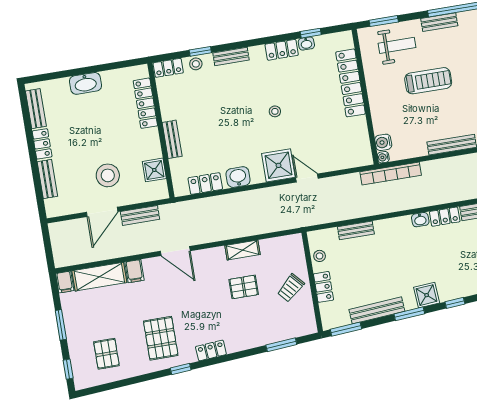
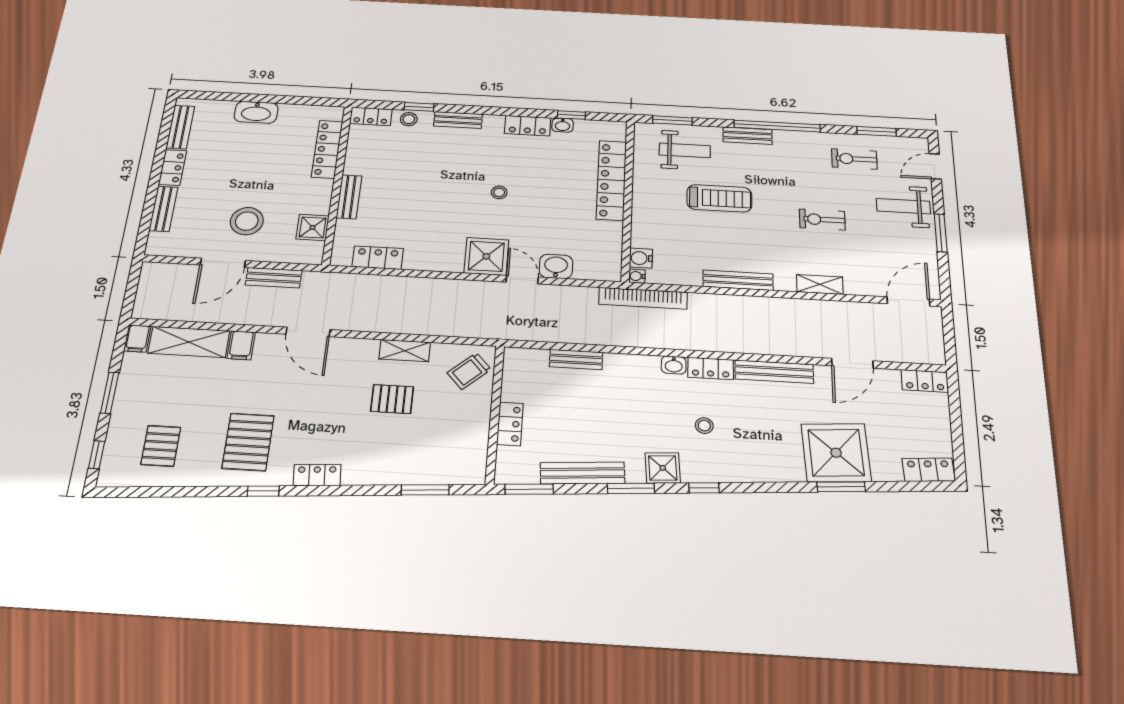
washbasin: (238, 177) -> (556, 266), moved
stool: (320, 256) -> (704, 426), moved
trolley: (291, 288) -> (469, 371), moved

